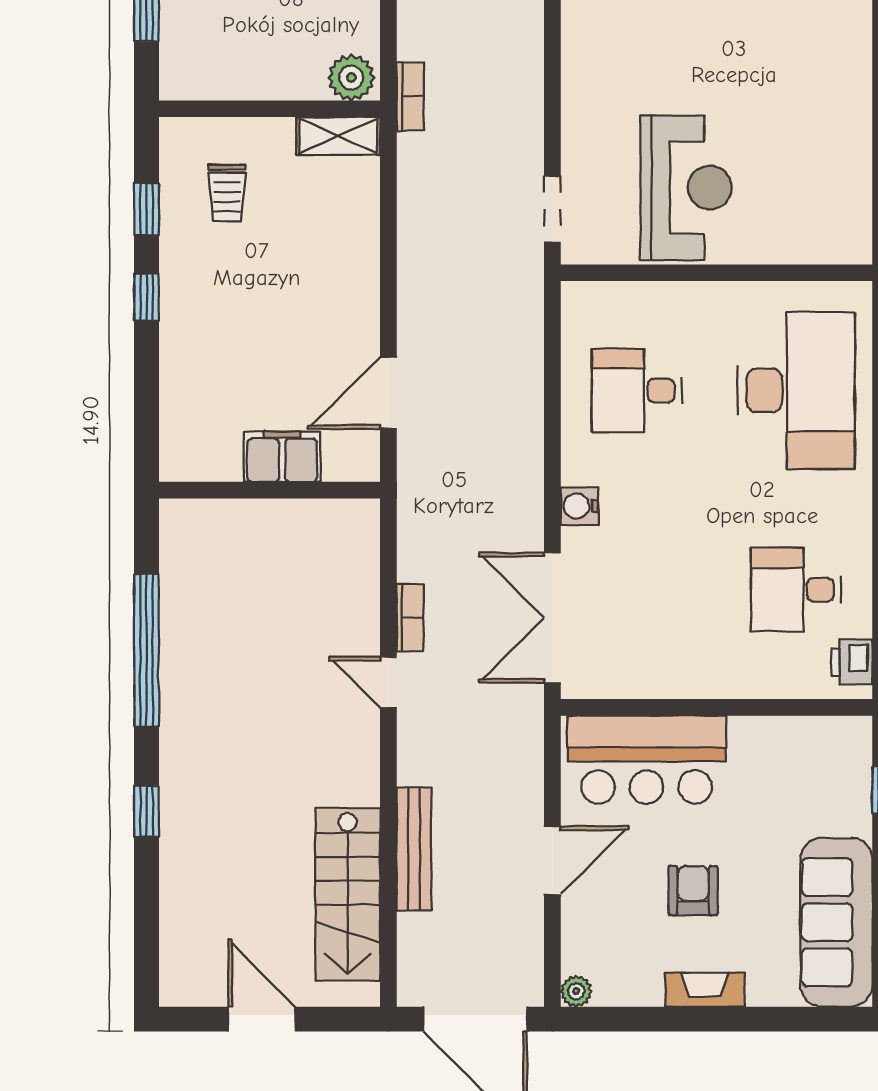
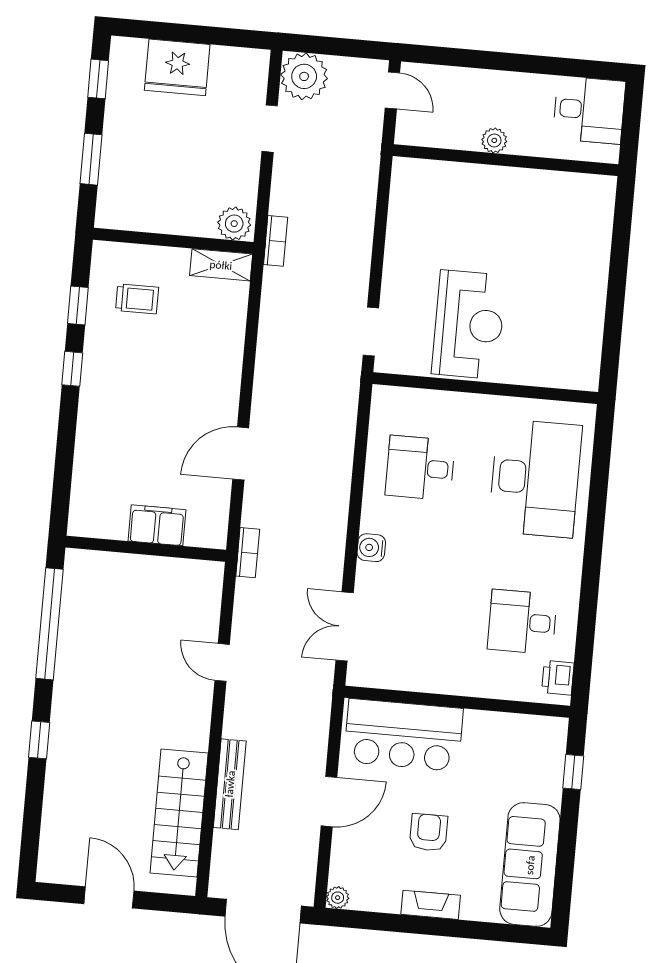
trolley: (227, 193) -> (137, 299), turned -90
filing cabinet: (282, 457) -> (157, 525), moved
wall: (270, 490) -> (146, 549), moved
bookcase: (410, 618) -> (248, 553), moved
double door: (552, 618) -> (345, 626), width x0.73

